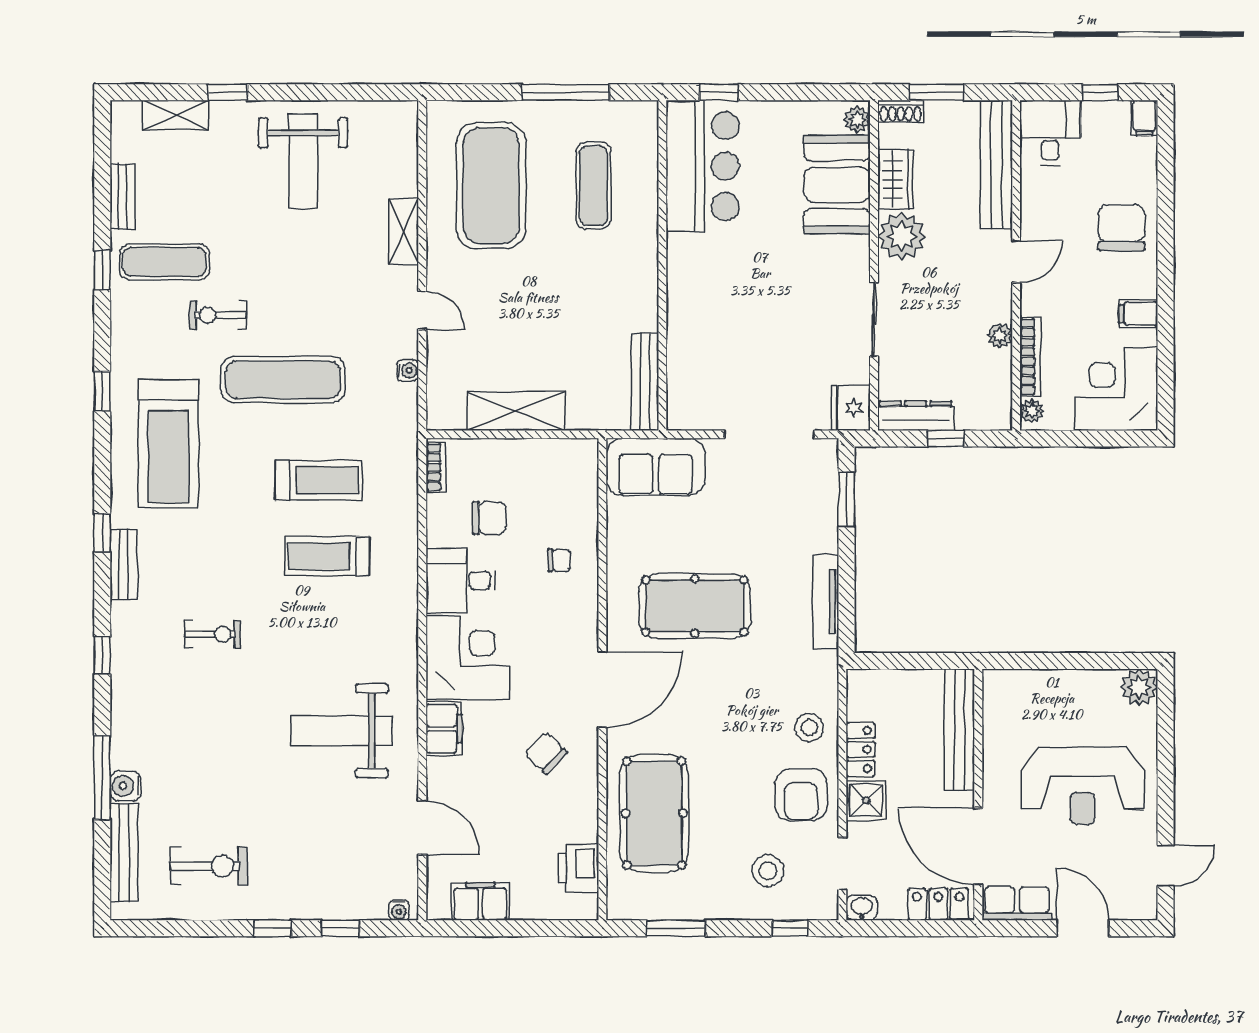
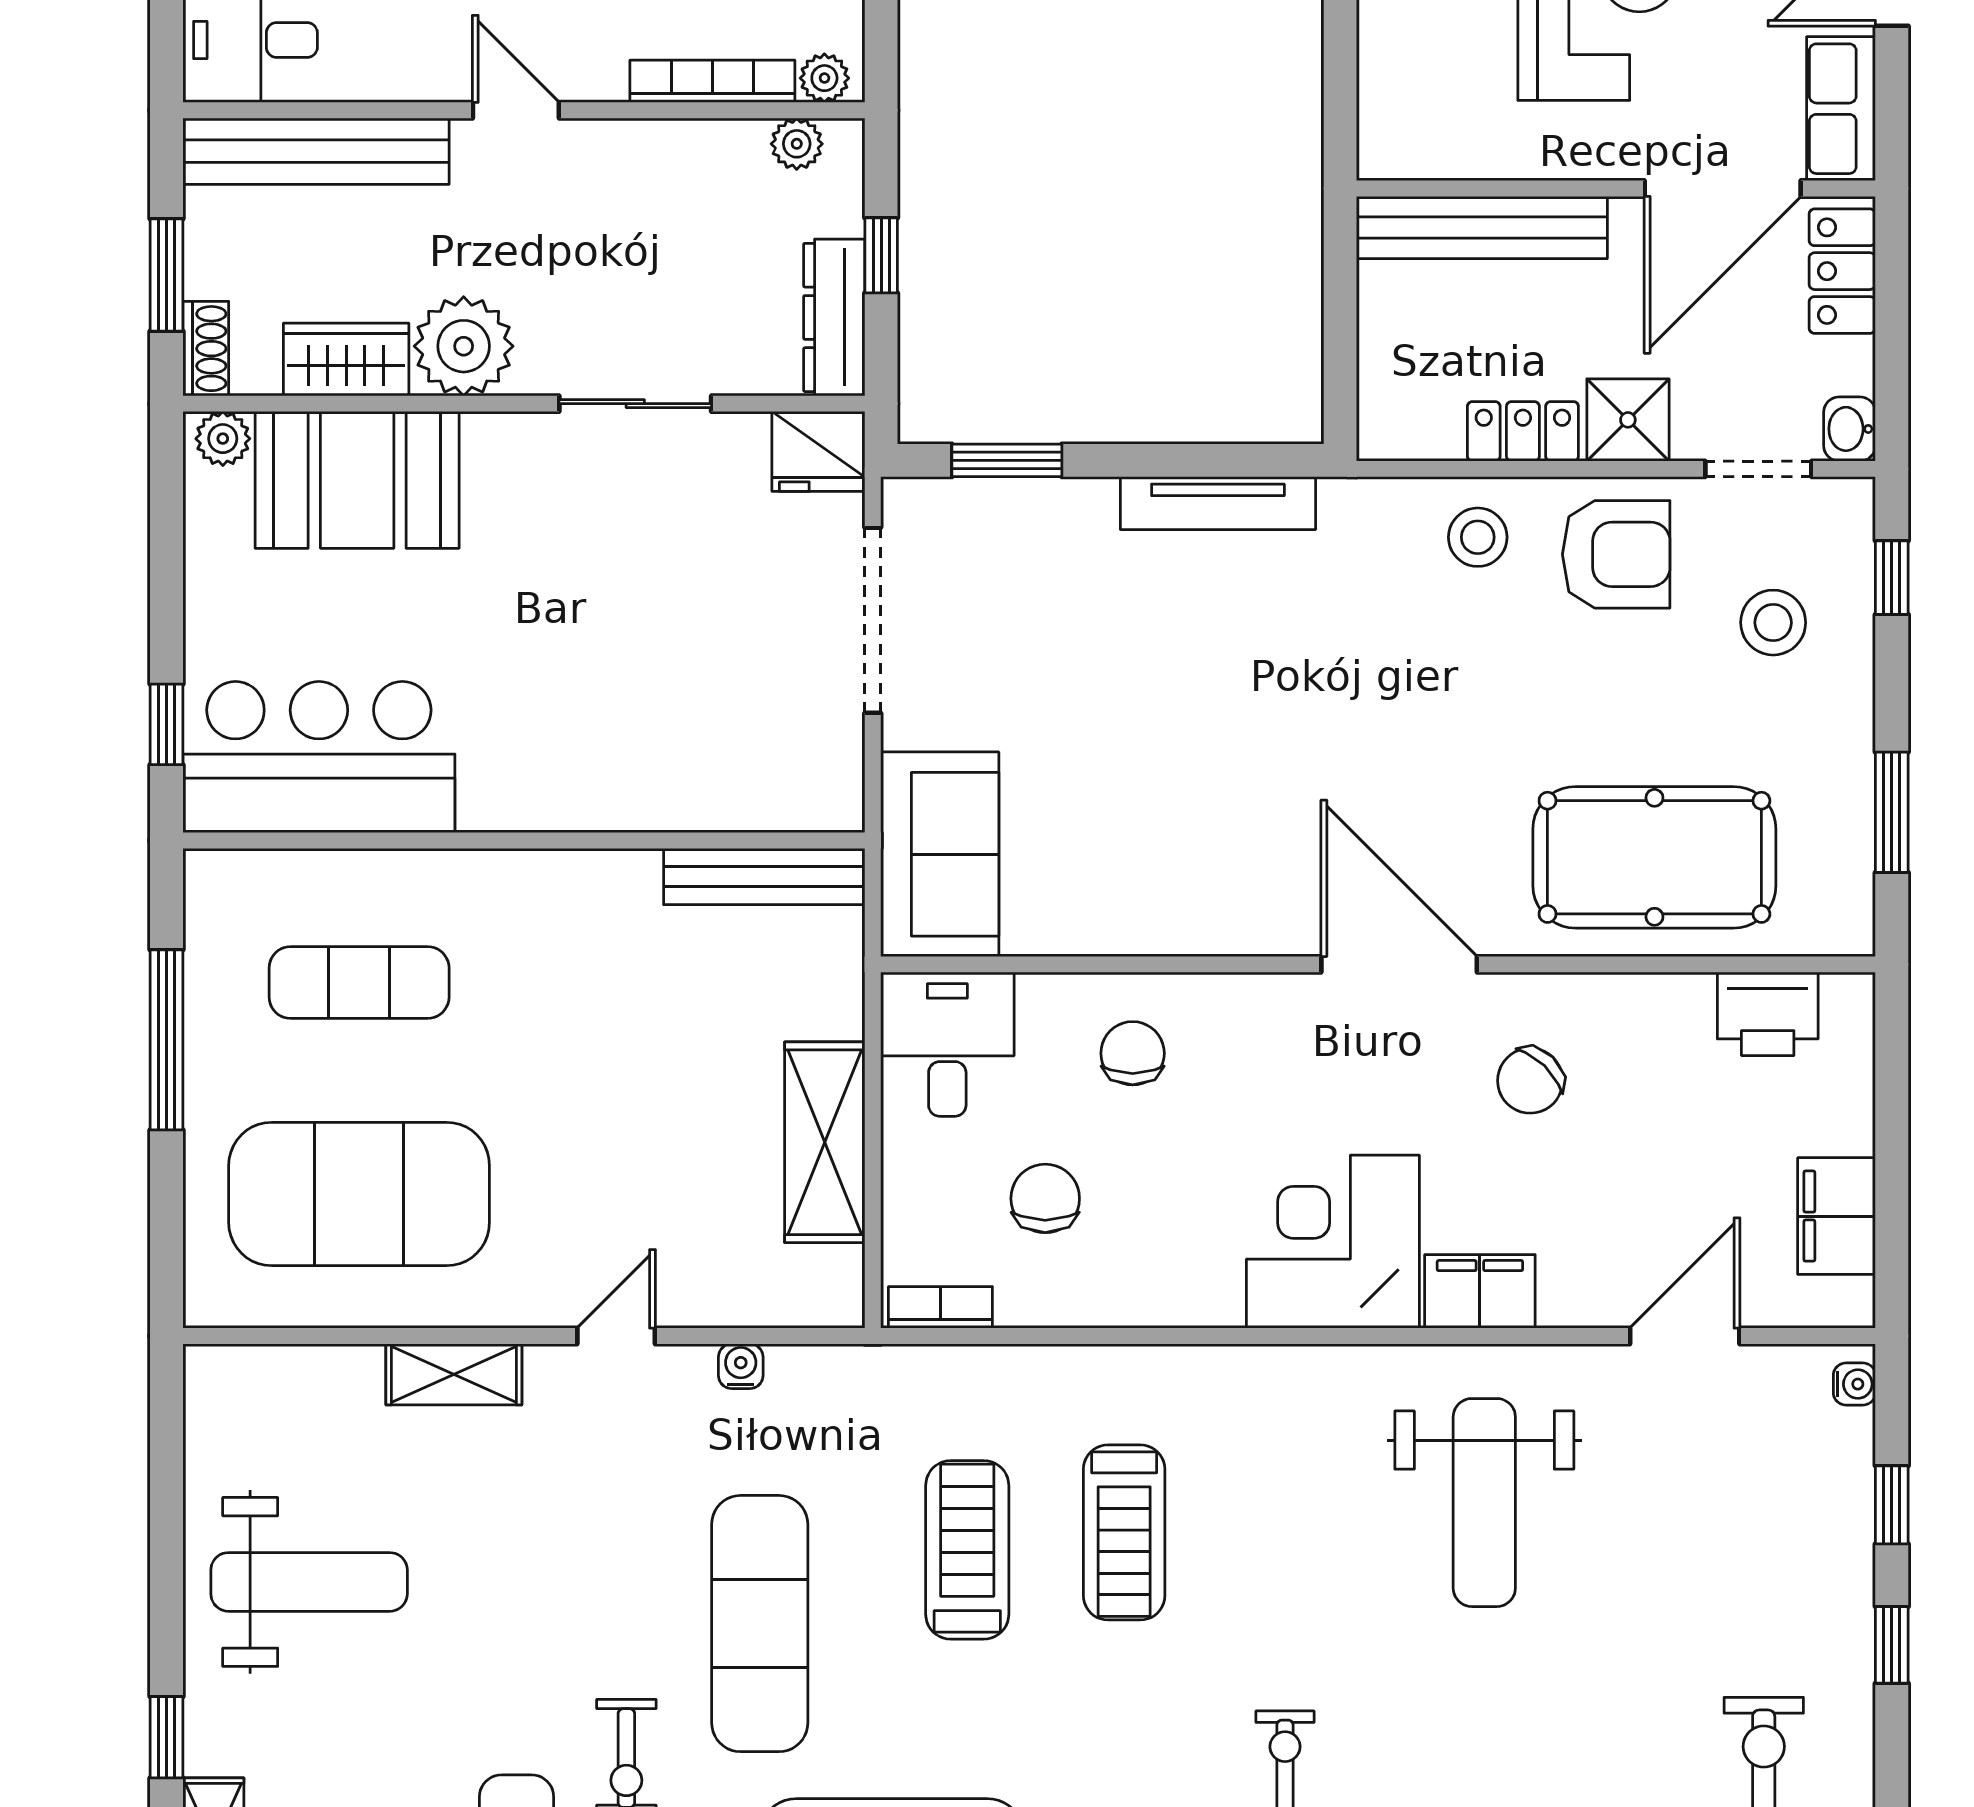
plant: (1000, 336) -> (797, 144), moved
chair: (559, 560) -> (1133, 1053), width x1.37, depth x1.37
desk: (461, 581) -> (947, 1044), moved, turned 180
pool table: (695, 606) -> (1227, 773), removed

